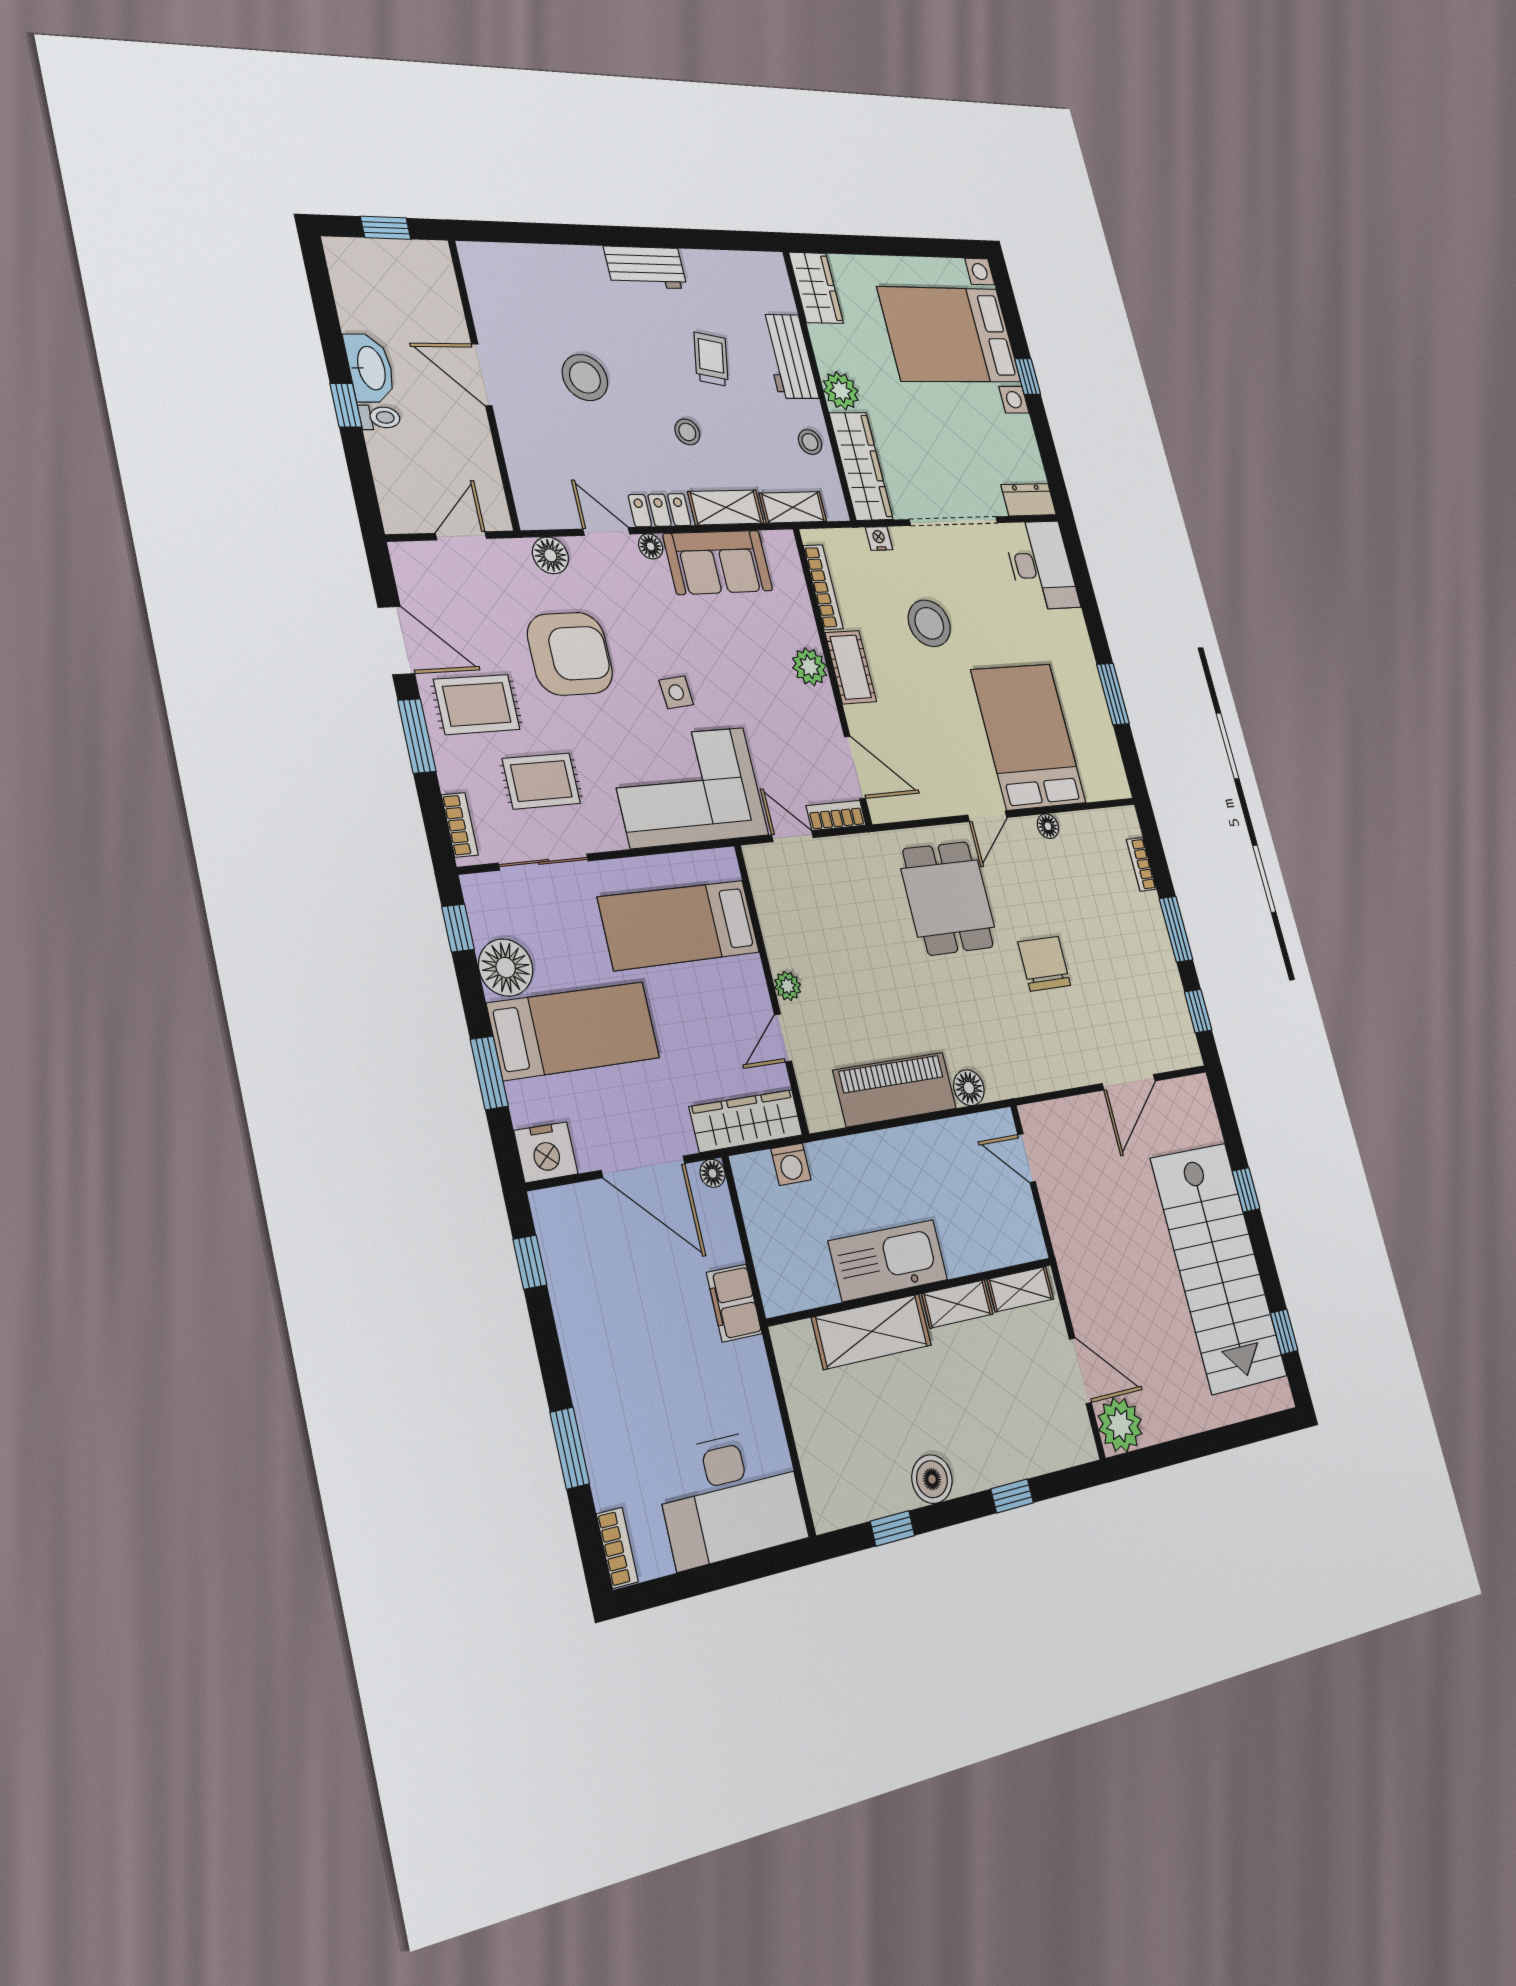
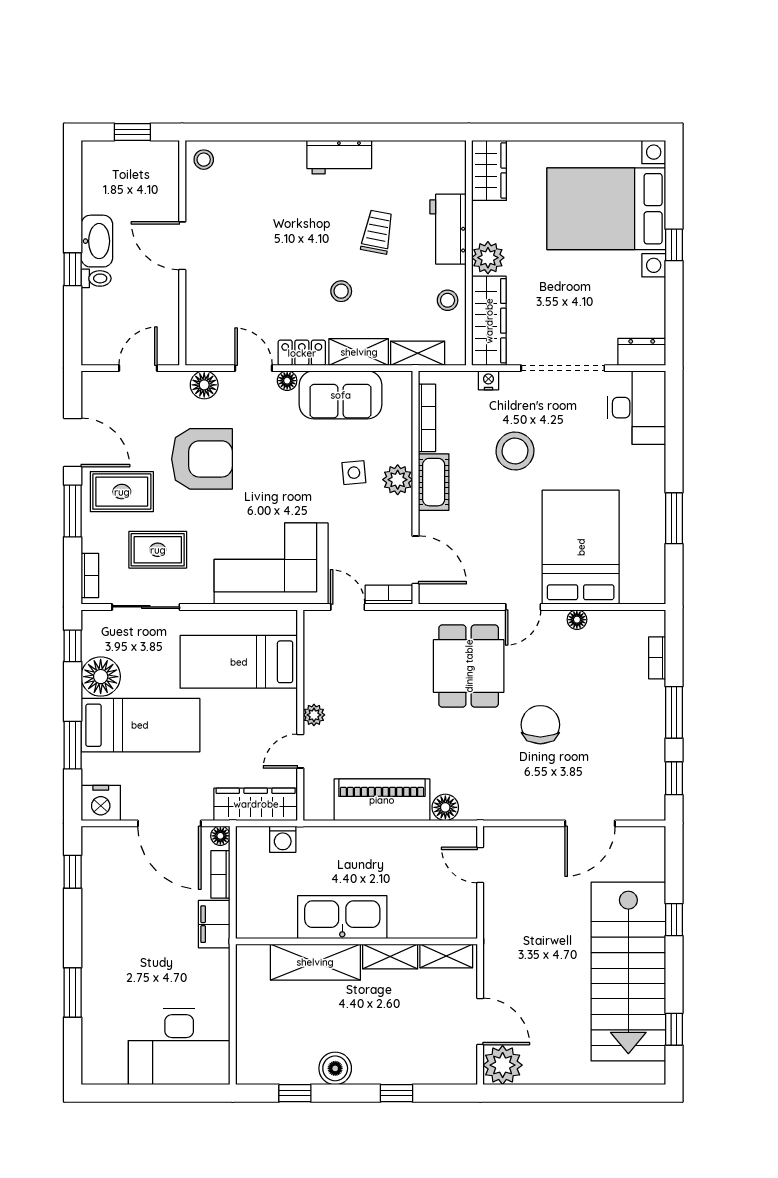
stool: (585, 378) -> (204, 160), moved, width x0.53, depth x0.53
side table: (676, 692) -> (354, 473), moved
bookcase: (617, 1548) -> (220, 874), moved, turned 180

